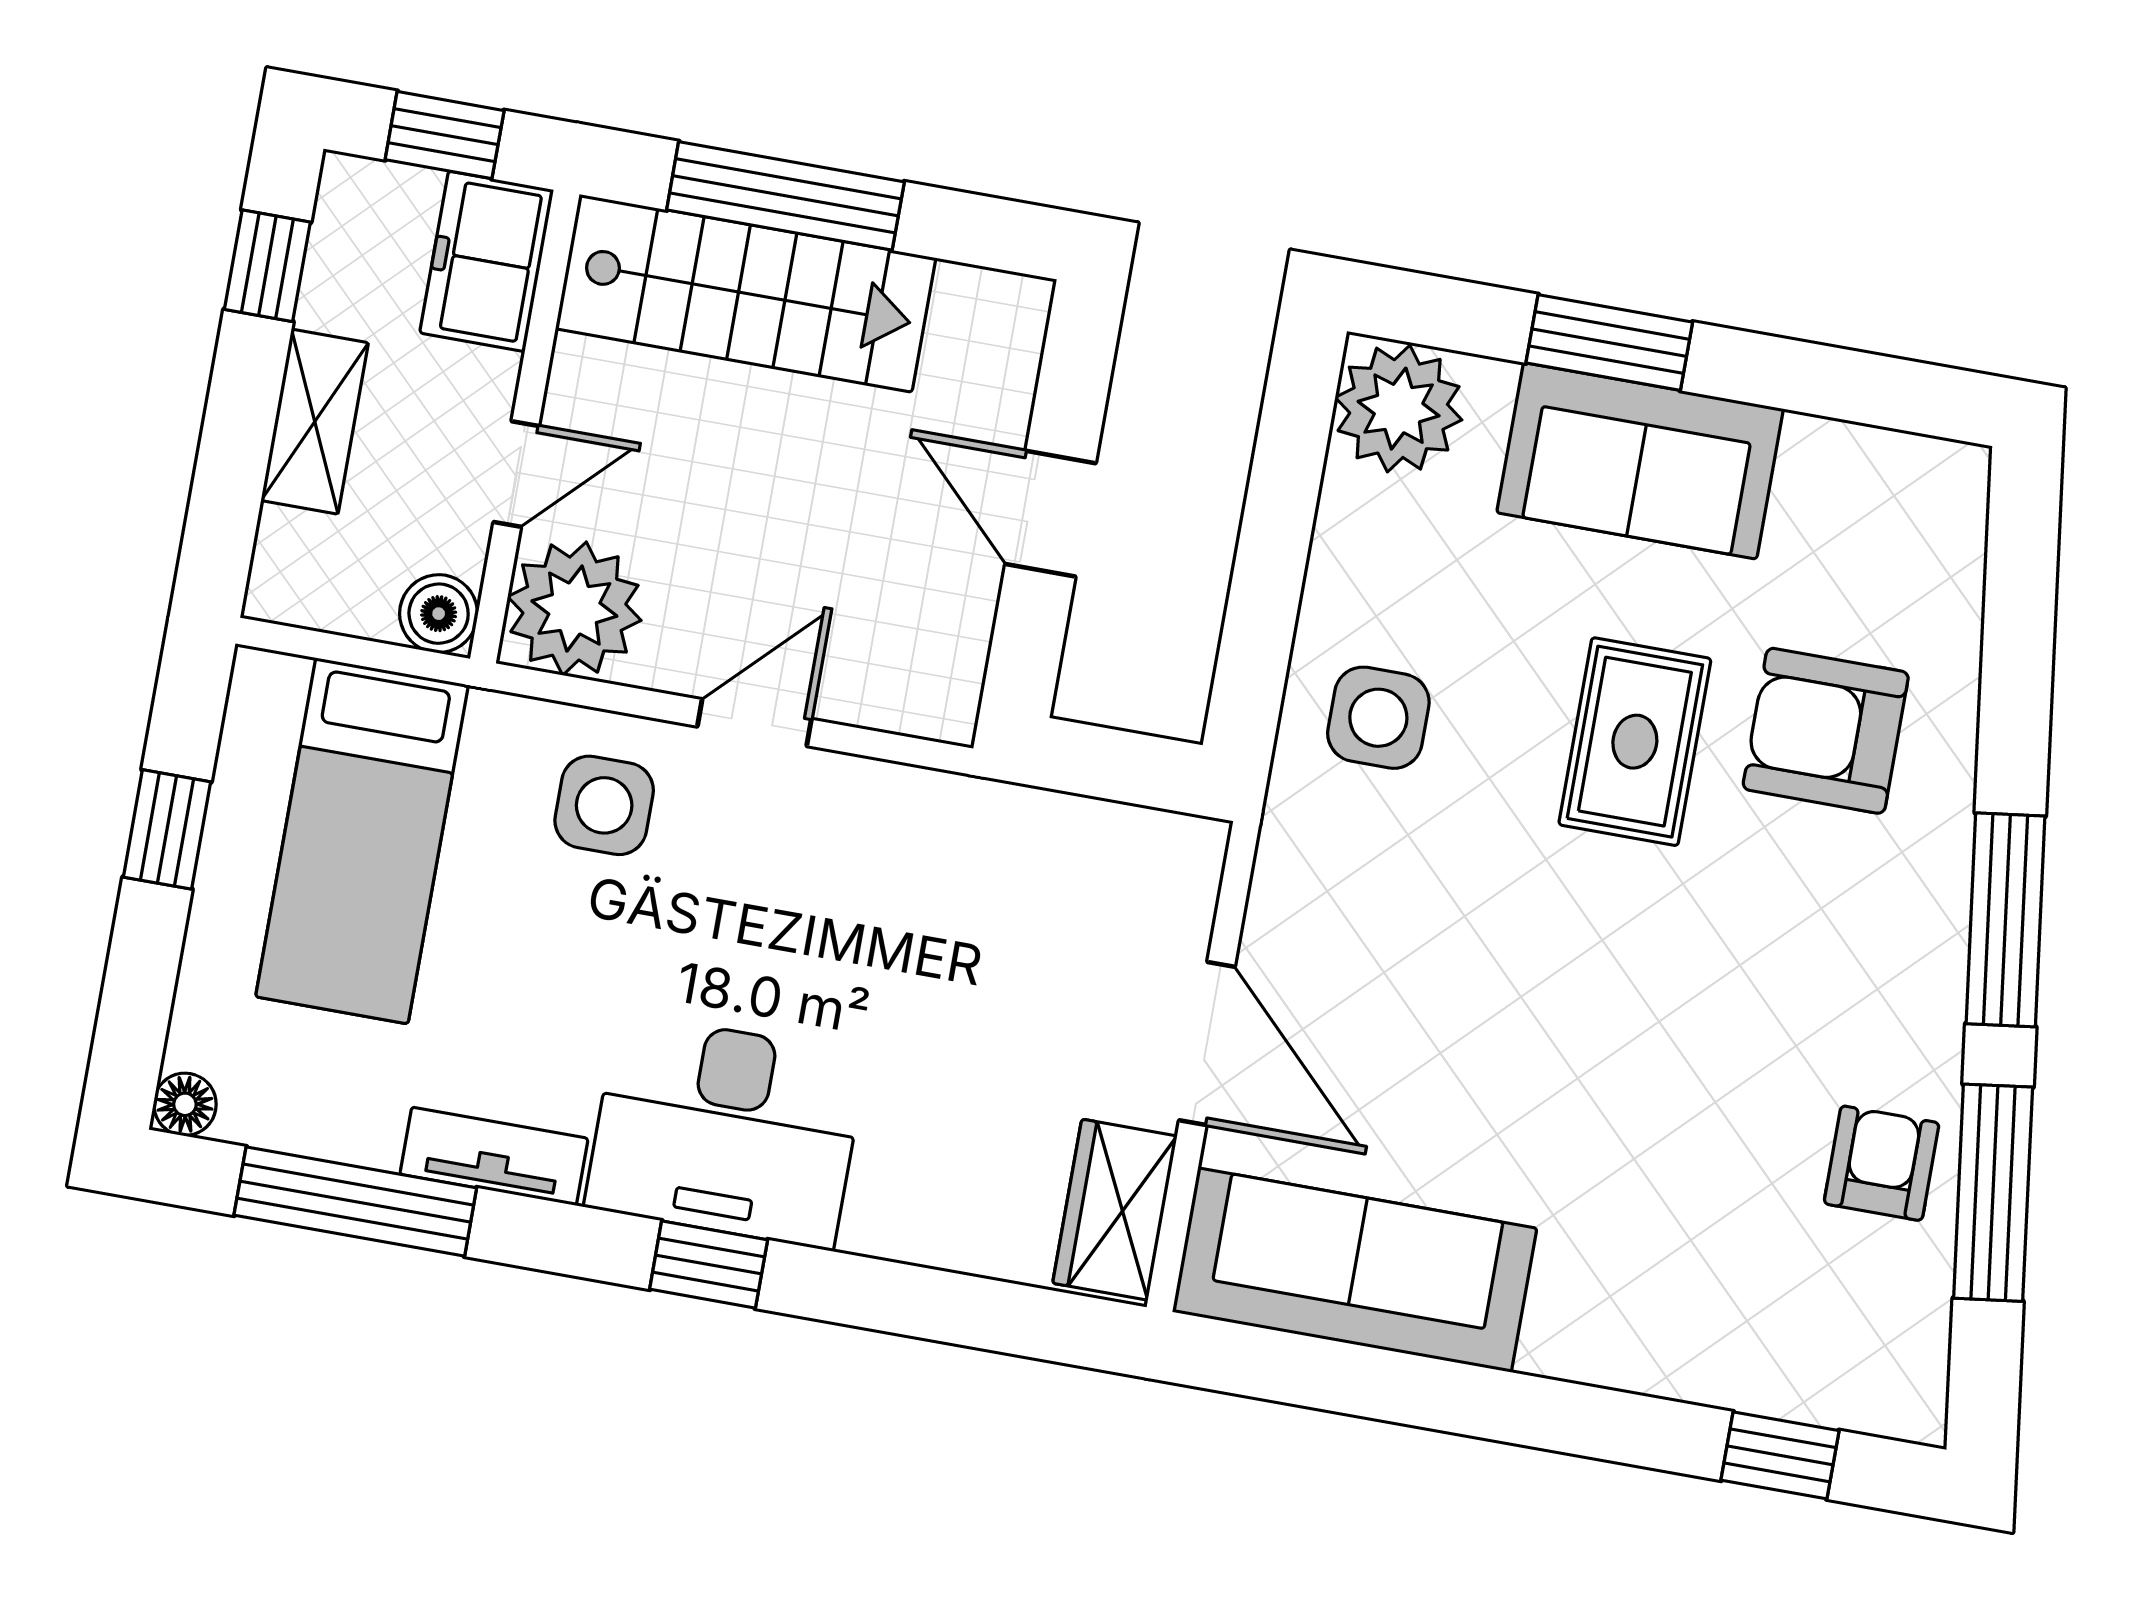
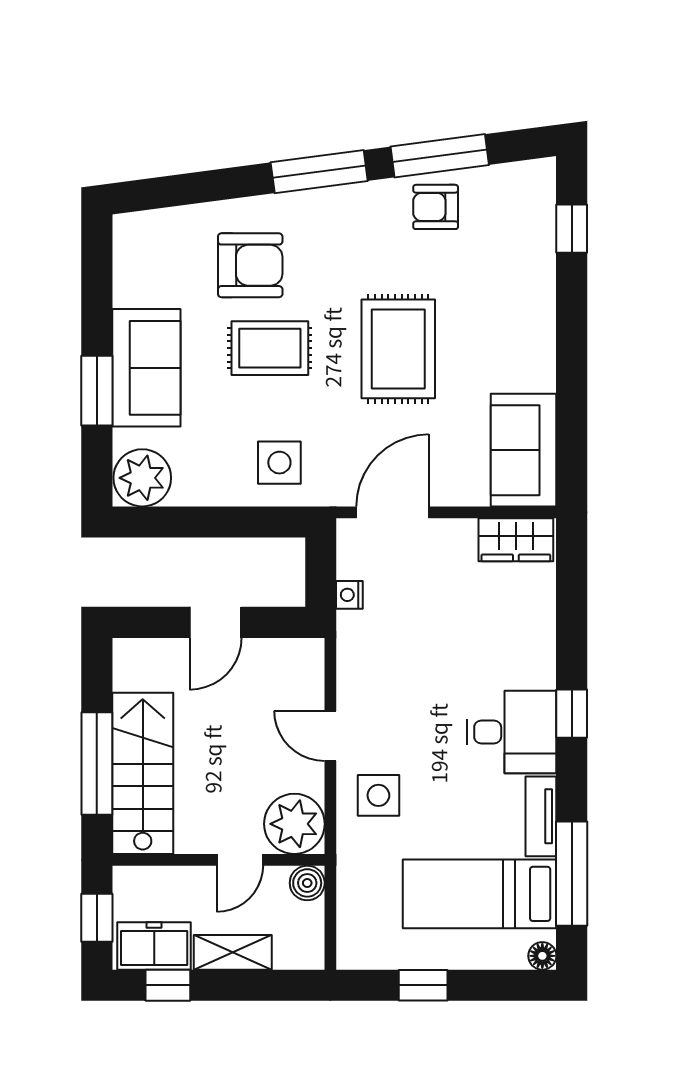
freezer: (487, 261) -> (154, 946), moved, turned 180
door: (516, 474) -> (240, 860), swing flipped
armchair: (1826, 731) -> (250, 265), turned -90
nightstand: (1059, 820) -> (349, 595), added
bed: (362, 841) -> (480, 894), moved, turned 180
rug: (1583, 1025) -> (398, 349), added
door: (1207, 1043) -> (393, 512), moved
desk: (726, 1131) -> (512, 732), width x0.73
sofa: (1355, 1270) -> (524, 450), width x0.73

